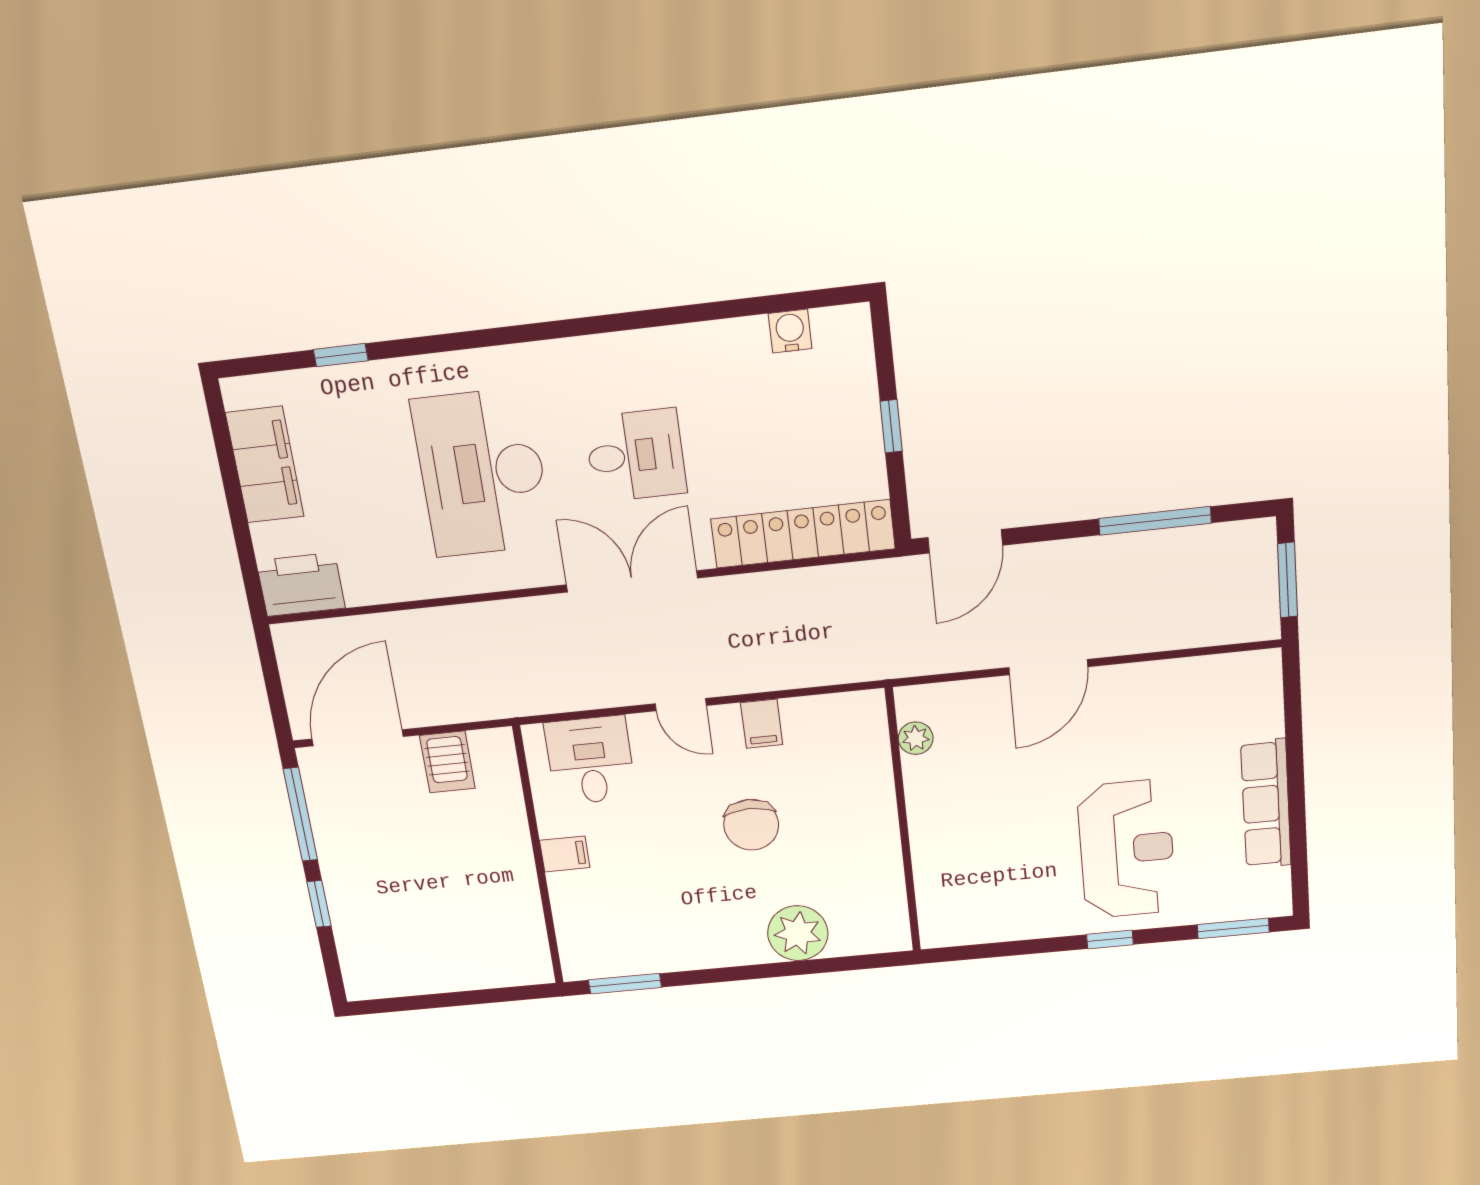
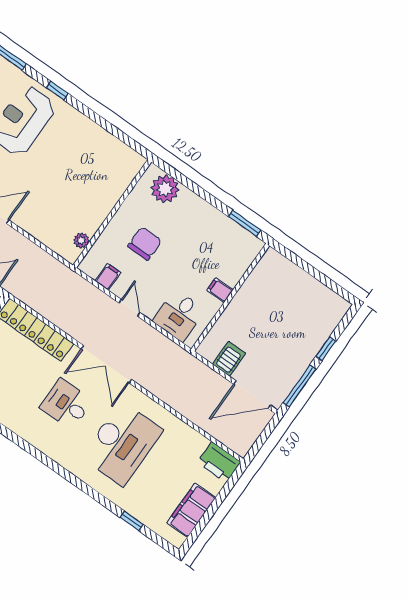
plant: (916, 738) -> (81, 240), moved
wall: (903, 822) -> (112, 214), moved

